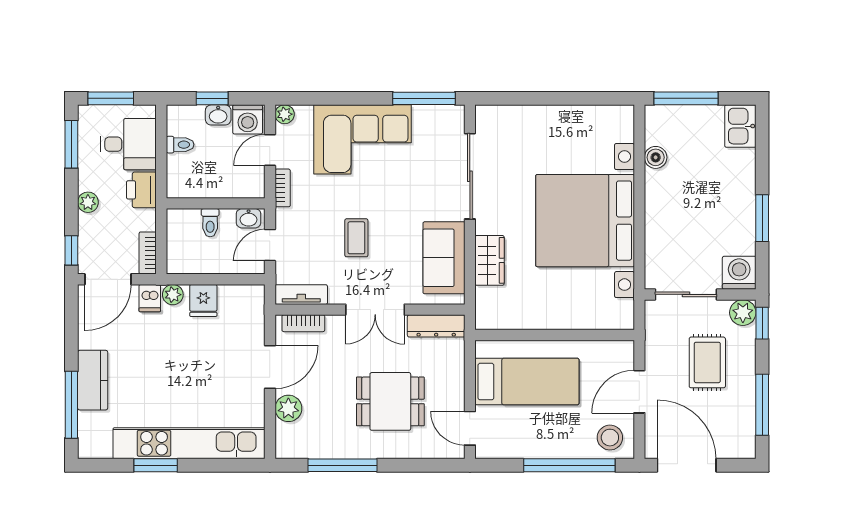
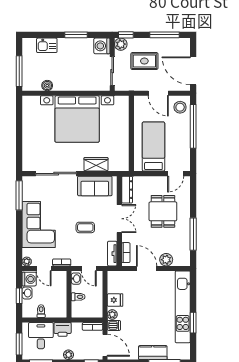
kitchen sink: (740, 126) -> (47, 45), moved
door: (687, 465) -> (193, 71), hinge flipped

